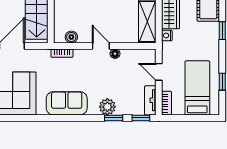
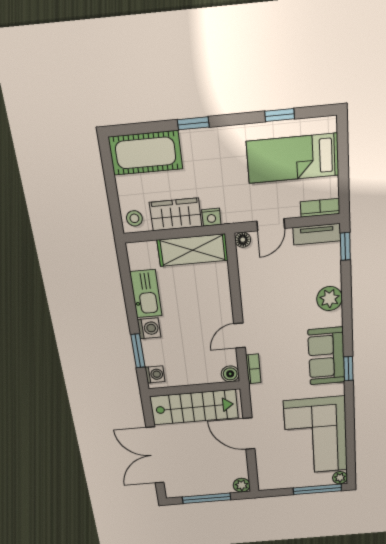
boiler: (71, 37) -> (230, 374), moved
door: (101, 46) -> (240, 336), moved
floor lamp: (115, 54) -> (243, 240), moved
window: (114, 118) -> (348, 369), moved

